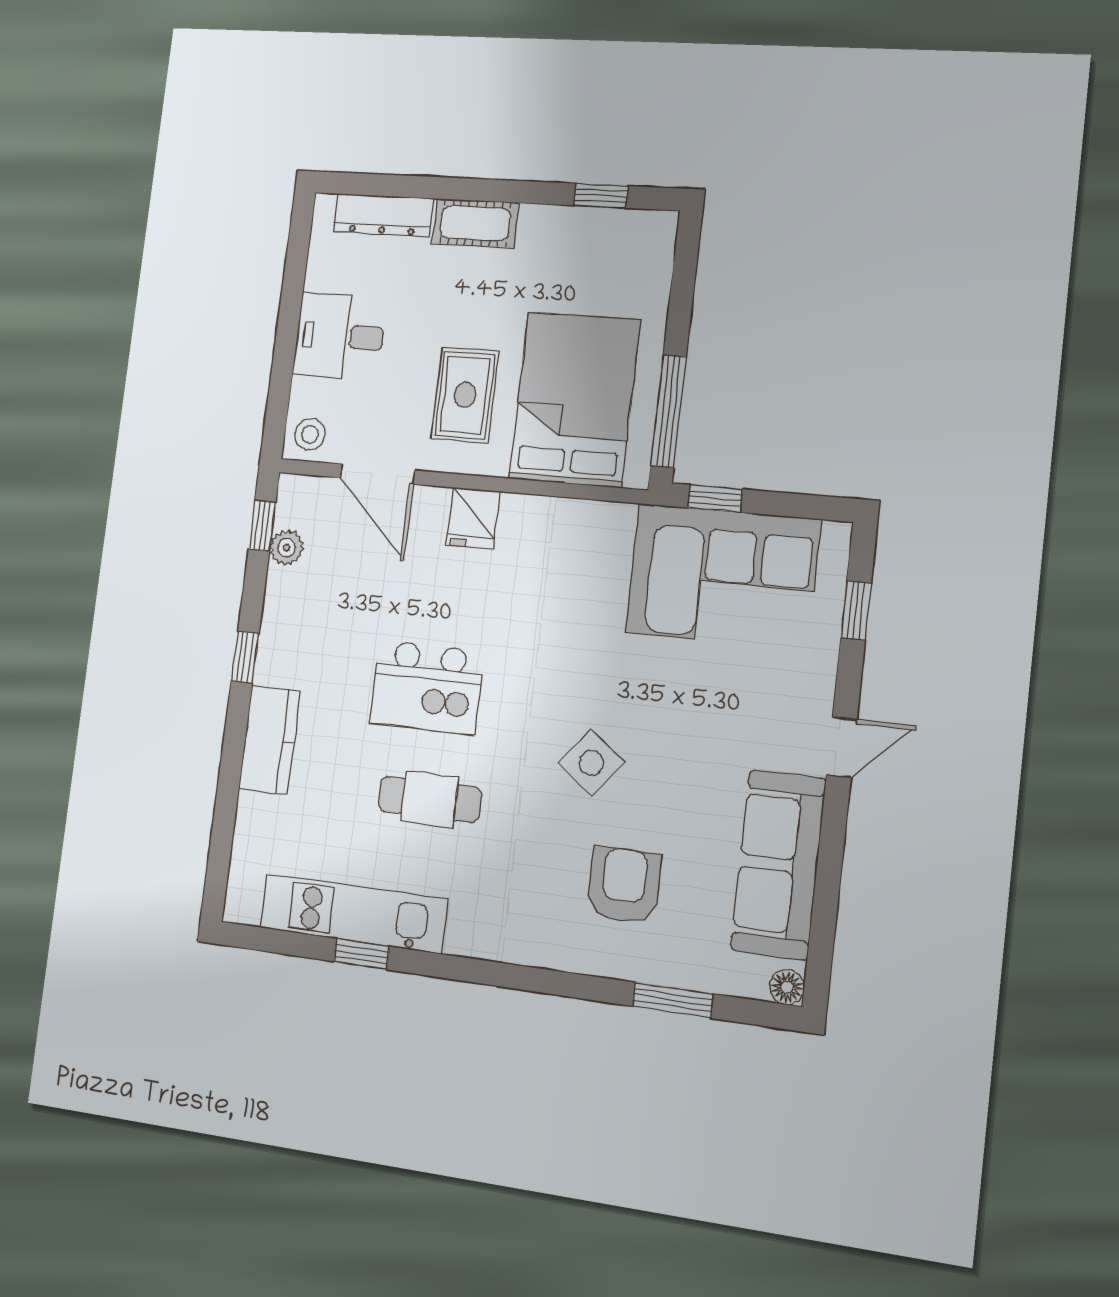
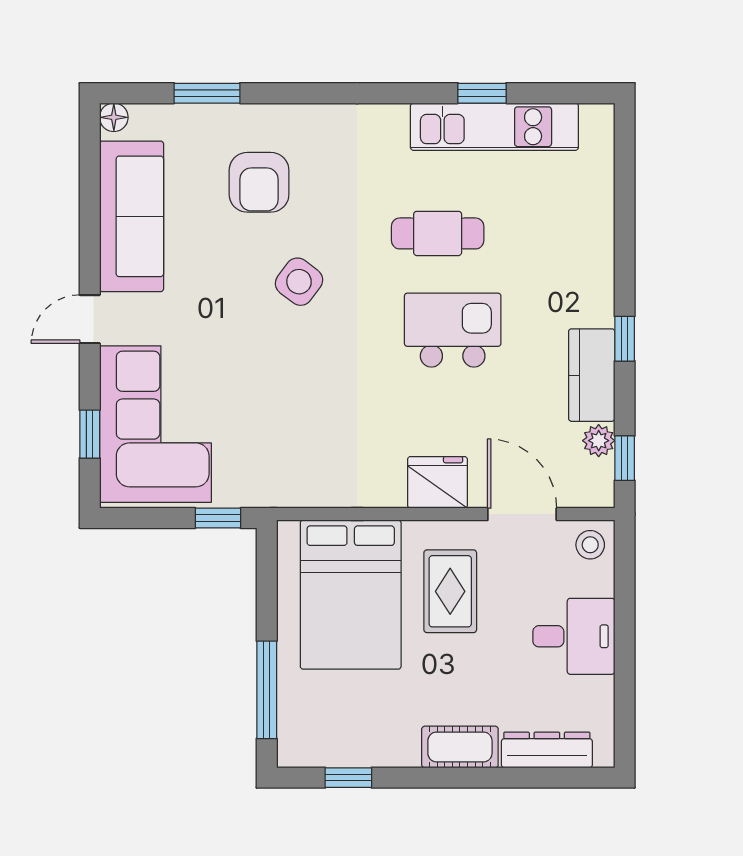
window: (669, 411) -> (267, 690), moved
fridge: (473, 518) -> (437, 482), width x1.38
corner sofa: (723, 576) -> (155, 424), moved, turned 90
kitchen counter: (269, 740) -> (592, 375), moved

